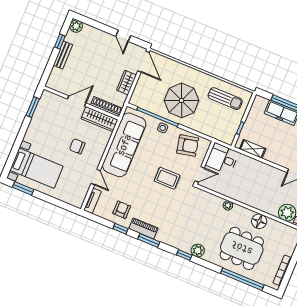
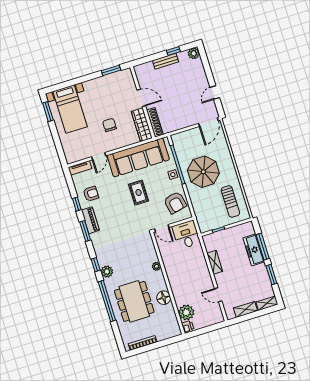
wardrobe: (126, 83) -> (184, 122), removed
shelving: (253, 149) -> (215, 262), moved
rug: (167, 178) -> (139, 193), moved
window: (242, 279) -> (107, 301), moved

